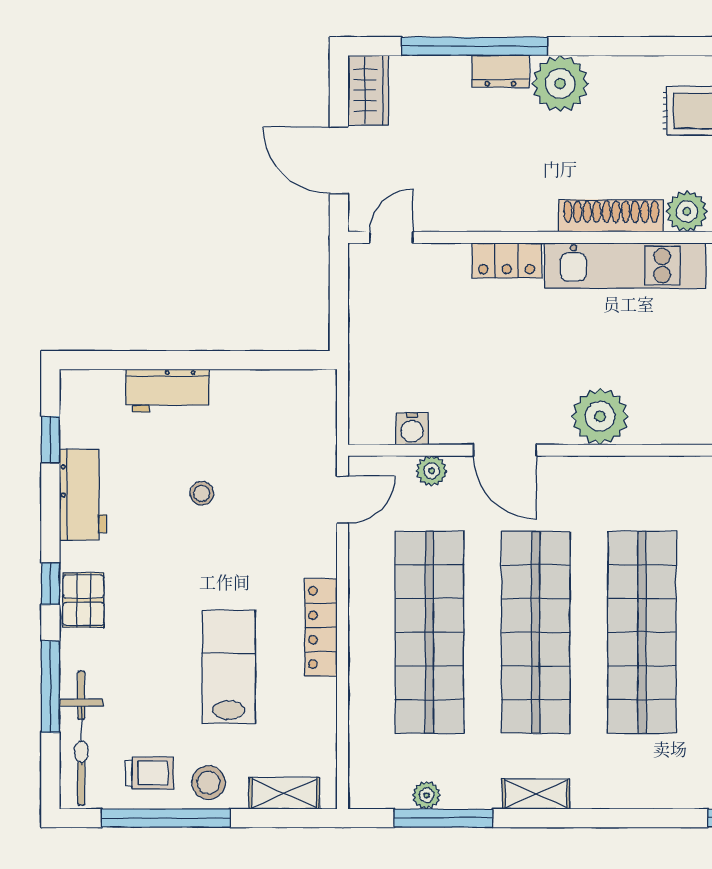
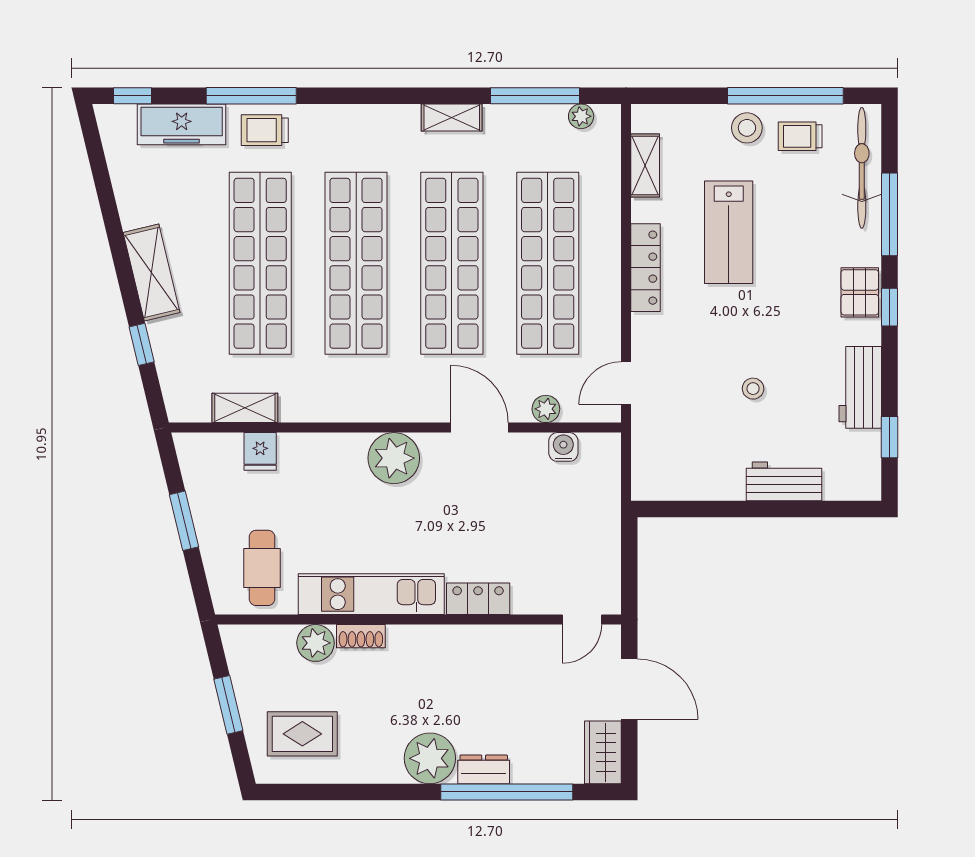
shoe rack: (611, 216) -> (361, 636), width x0.51, depth x0.81
shelving: (284, 793) -> (645, 166), moved, turned 90
plant: (427, 795) -> (581, 116), moved

